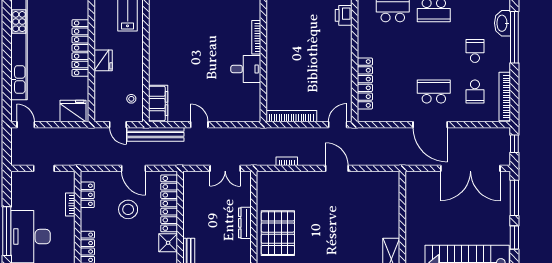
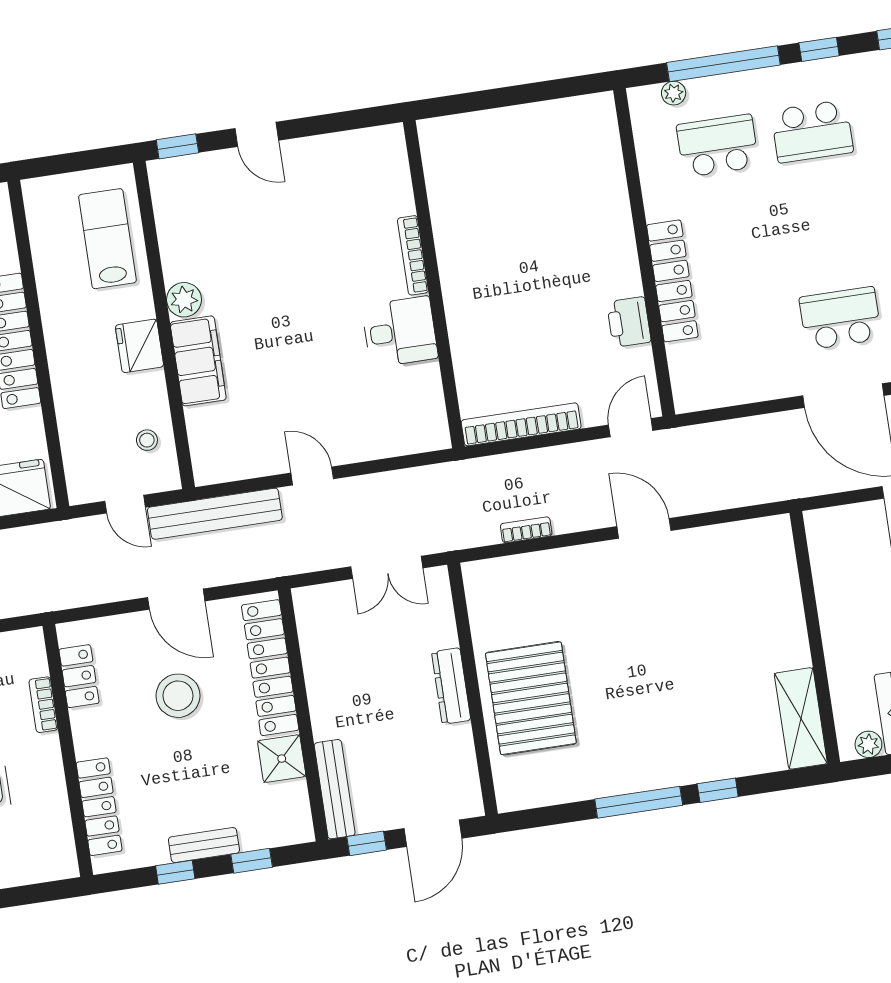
printer: (344, 15) -> (629, 322), moved
plant: (156, 41) -> (184, 300), added
fridge: (103, 60) -> (139, 346), moved, turned 180
locker: (365, 83) -> (672, 281), moved
filing cabinet: (158, 104) -> (198, 361), moved

